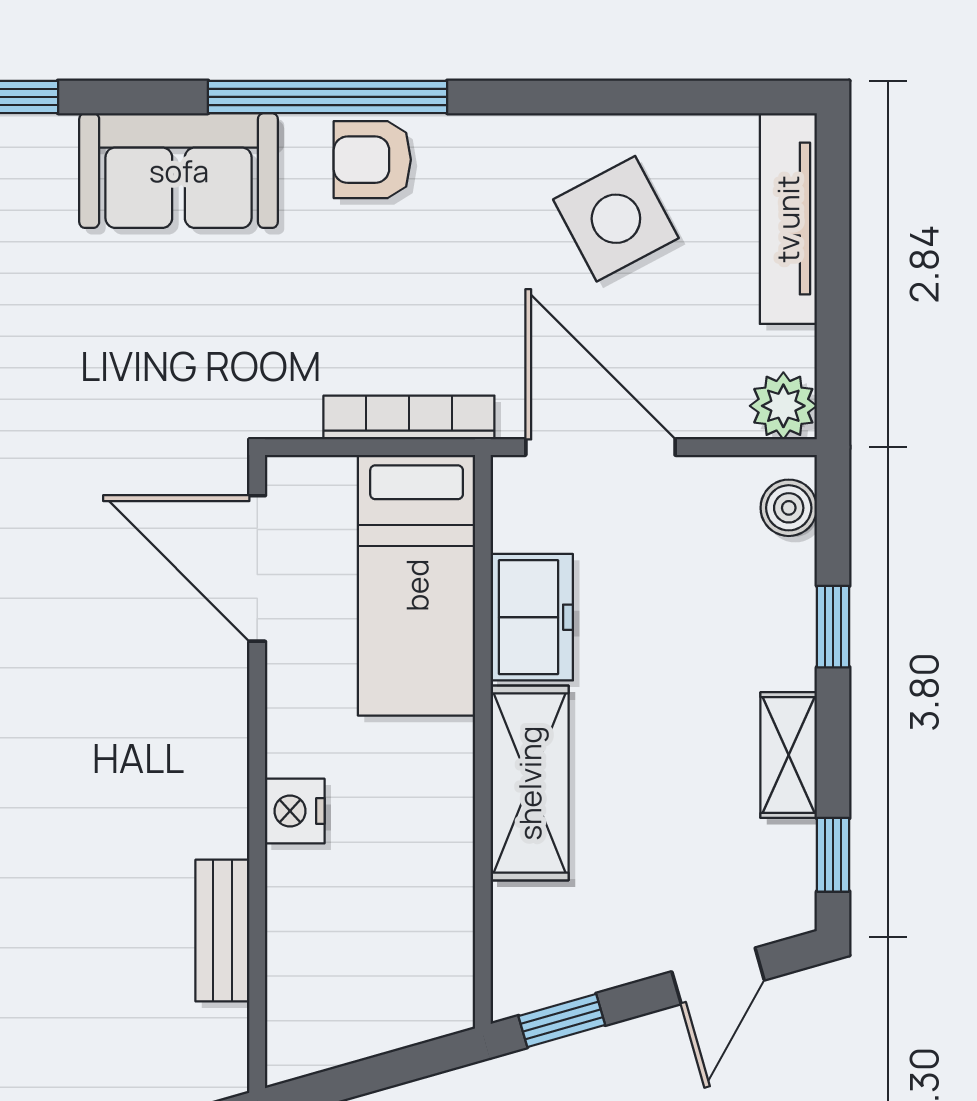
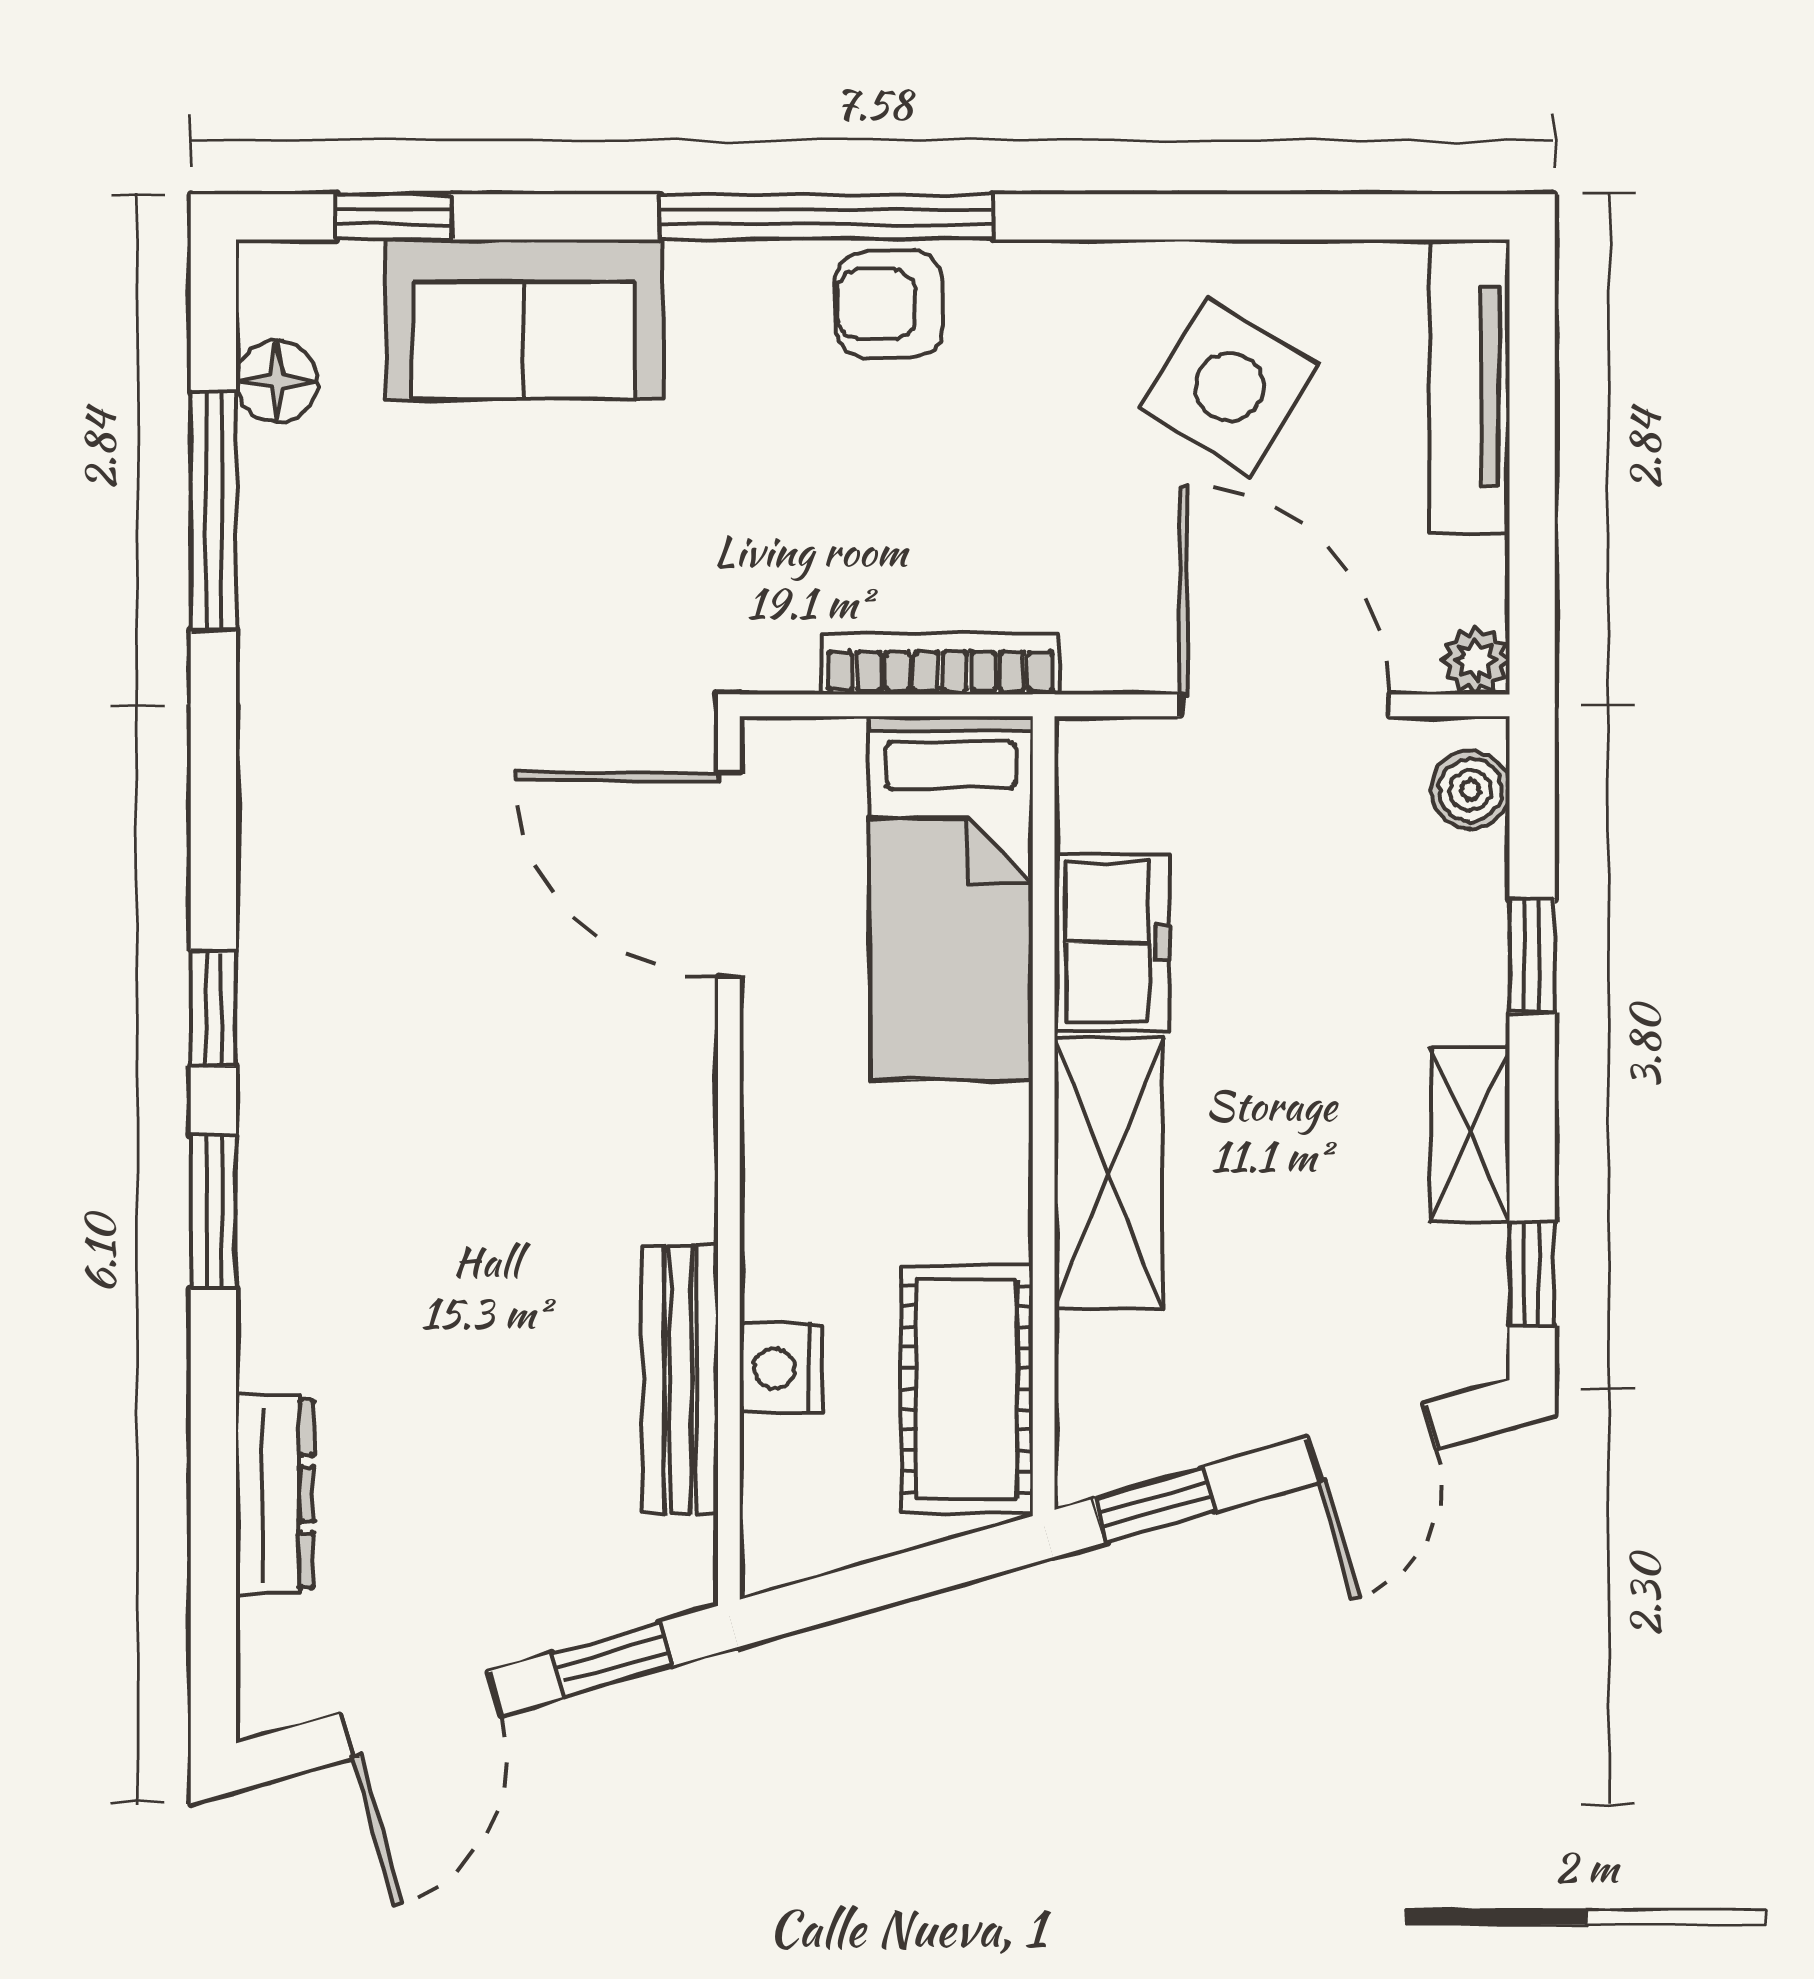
sofa: (179, 171) -> (524, 319), moved
side table: (616, 219) -> (1229, 387), turned -30
plant: (783, 406) -> (1475, 660), width x0.73, depth x0.73
door: (600, 447) -> (1285, 705), moved
nightstand: (295, 811) -> (781, 1368), moved
bench: (222, 931) -> (680, 1380), width x1.36
cot: (428, 937) -> (967, 1389), added

